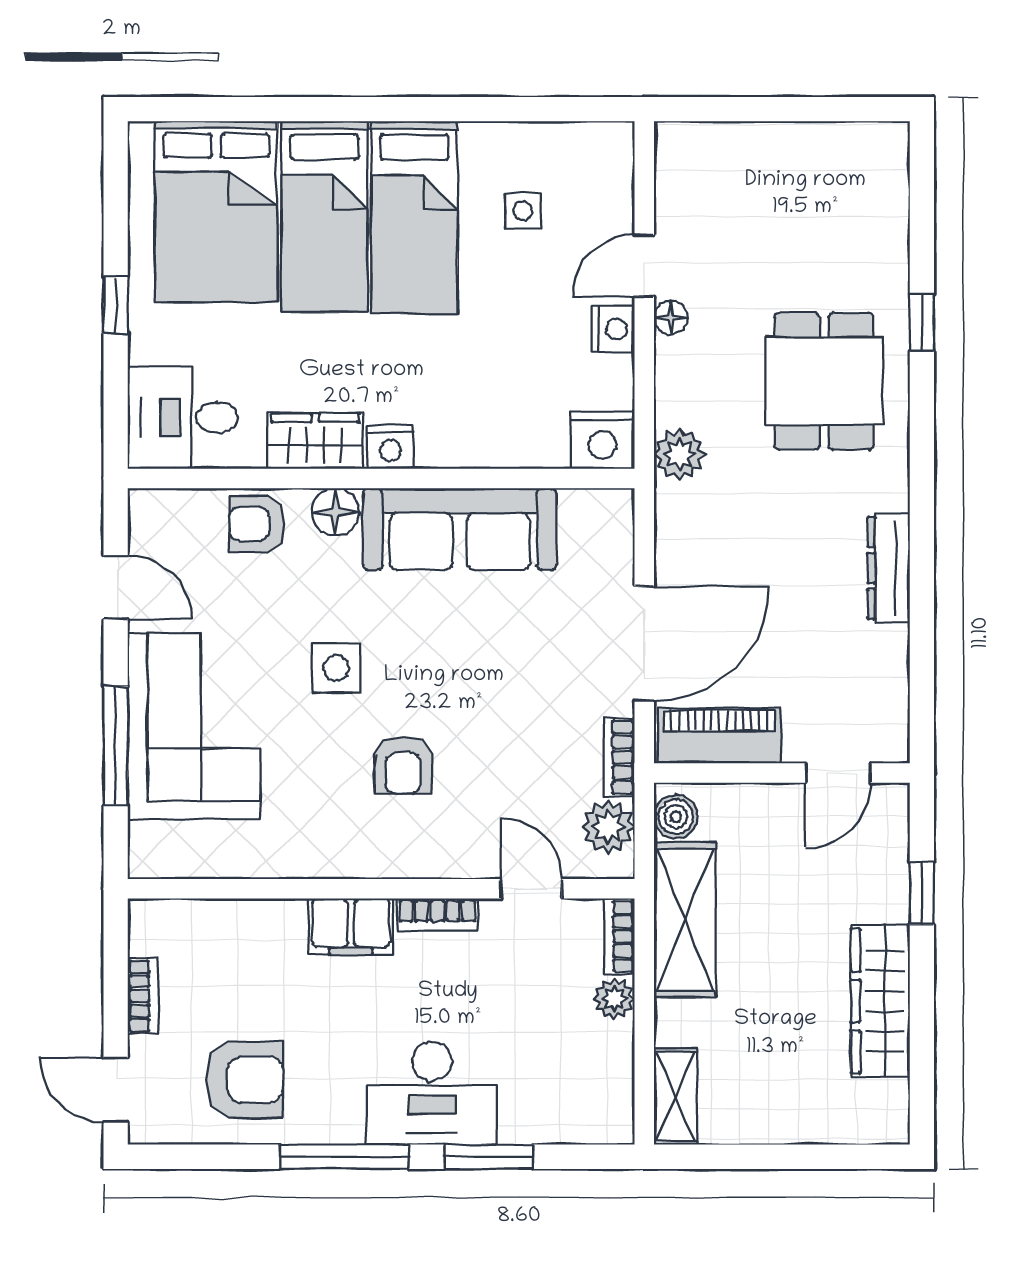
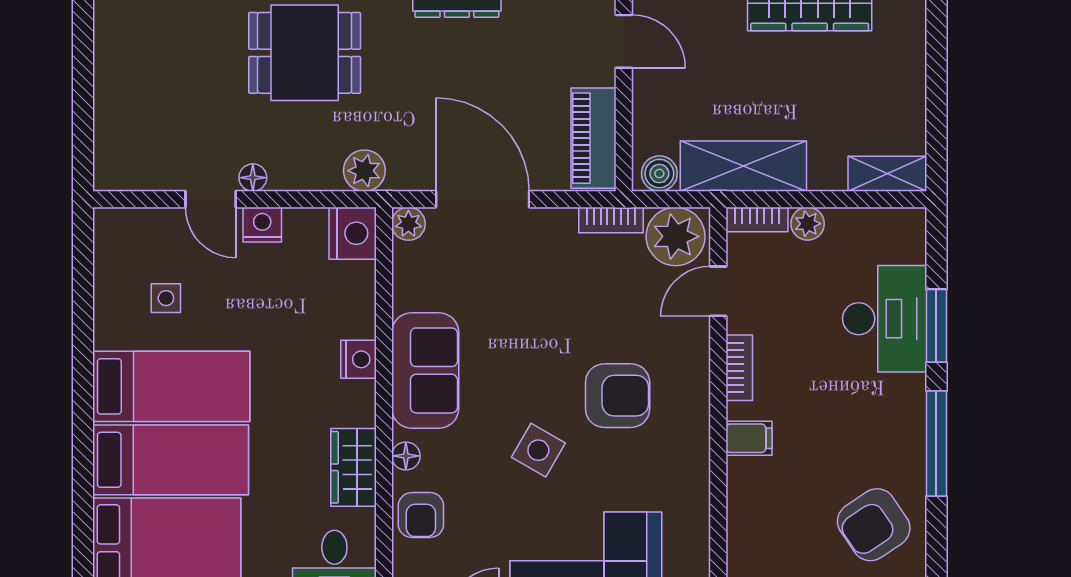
nightstand: (390, 447) -> (358, 359), moved
plant: (614, 509) -> (408, 224), added
floor lamp: (335, 512) -> (406, 456), width x0.73, depth x0.73
sofa: (460, 529) -> (425, 370), width x0.73
door: (644, 644) -> (483, 199), moved
side table: (336, 668) -> (538, 450), turned 30
armchair: (403, 765) -> (618, 396), width x1.38, depth x1.38
plant: (608, 827) -> (676, 236), width x1.36, depth x1.36
filing cabinet: (351, 927) -> (749, 438), width x0.50
armchair: (245, 1080) -> (874, 525), turned -124
desk: (432, 1093) -> (885, 319), moved

